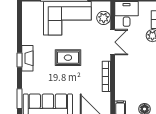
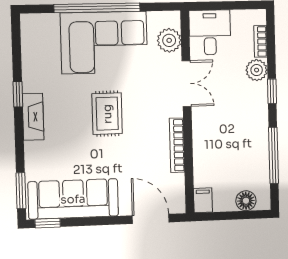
rug: (68, 58) -> (107, 114), turned 90
window: (19, 60) -> (18, 94), moved

